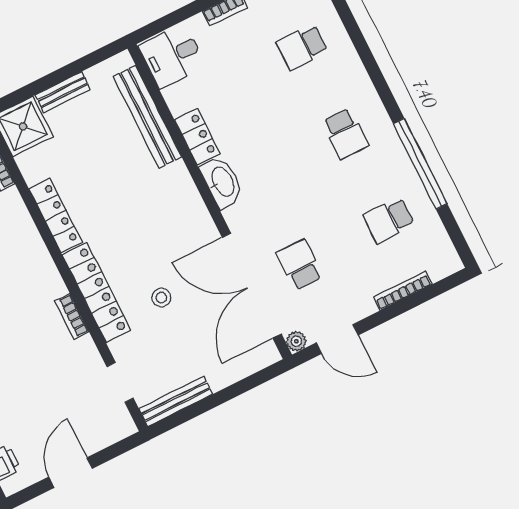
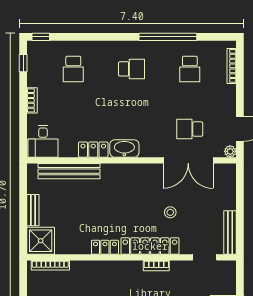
locker: (55, 216) -> (105, 247), width x0.66
double door: (252, 286) -> (188, 160), width x0.73
bookcase: (403, 291) -> (232, 66), moved

